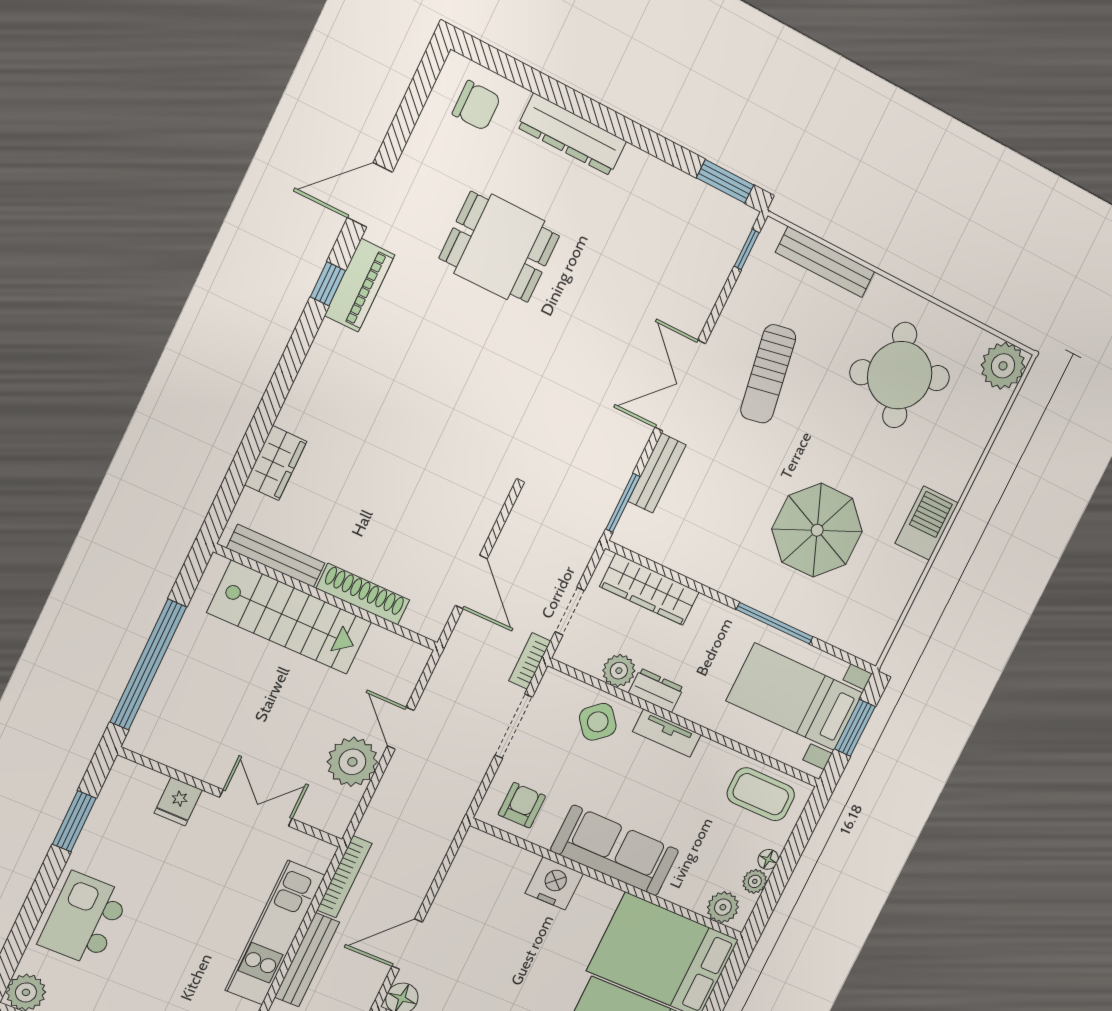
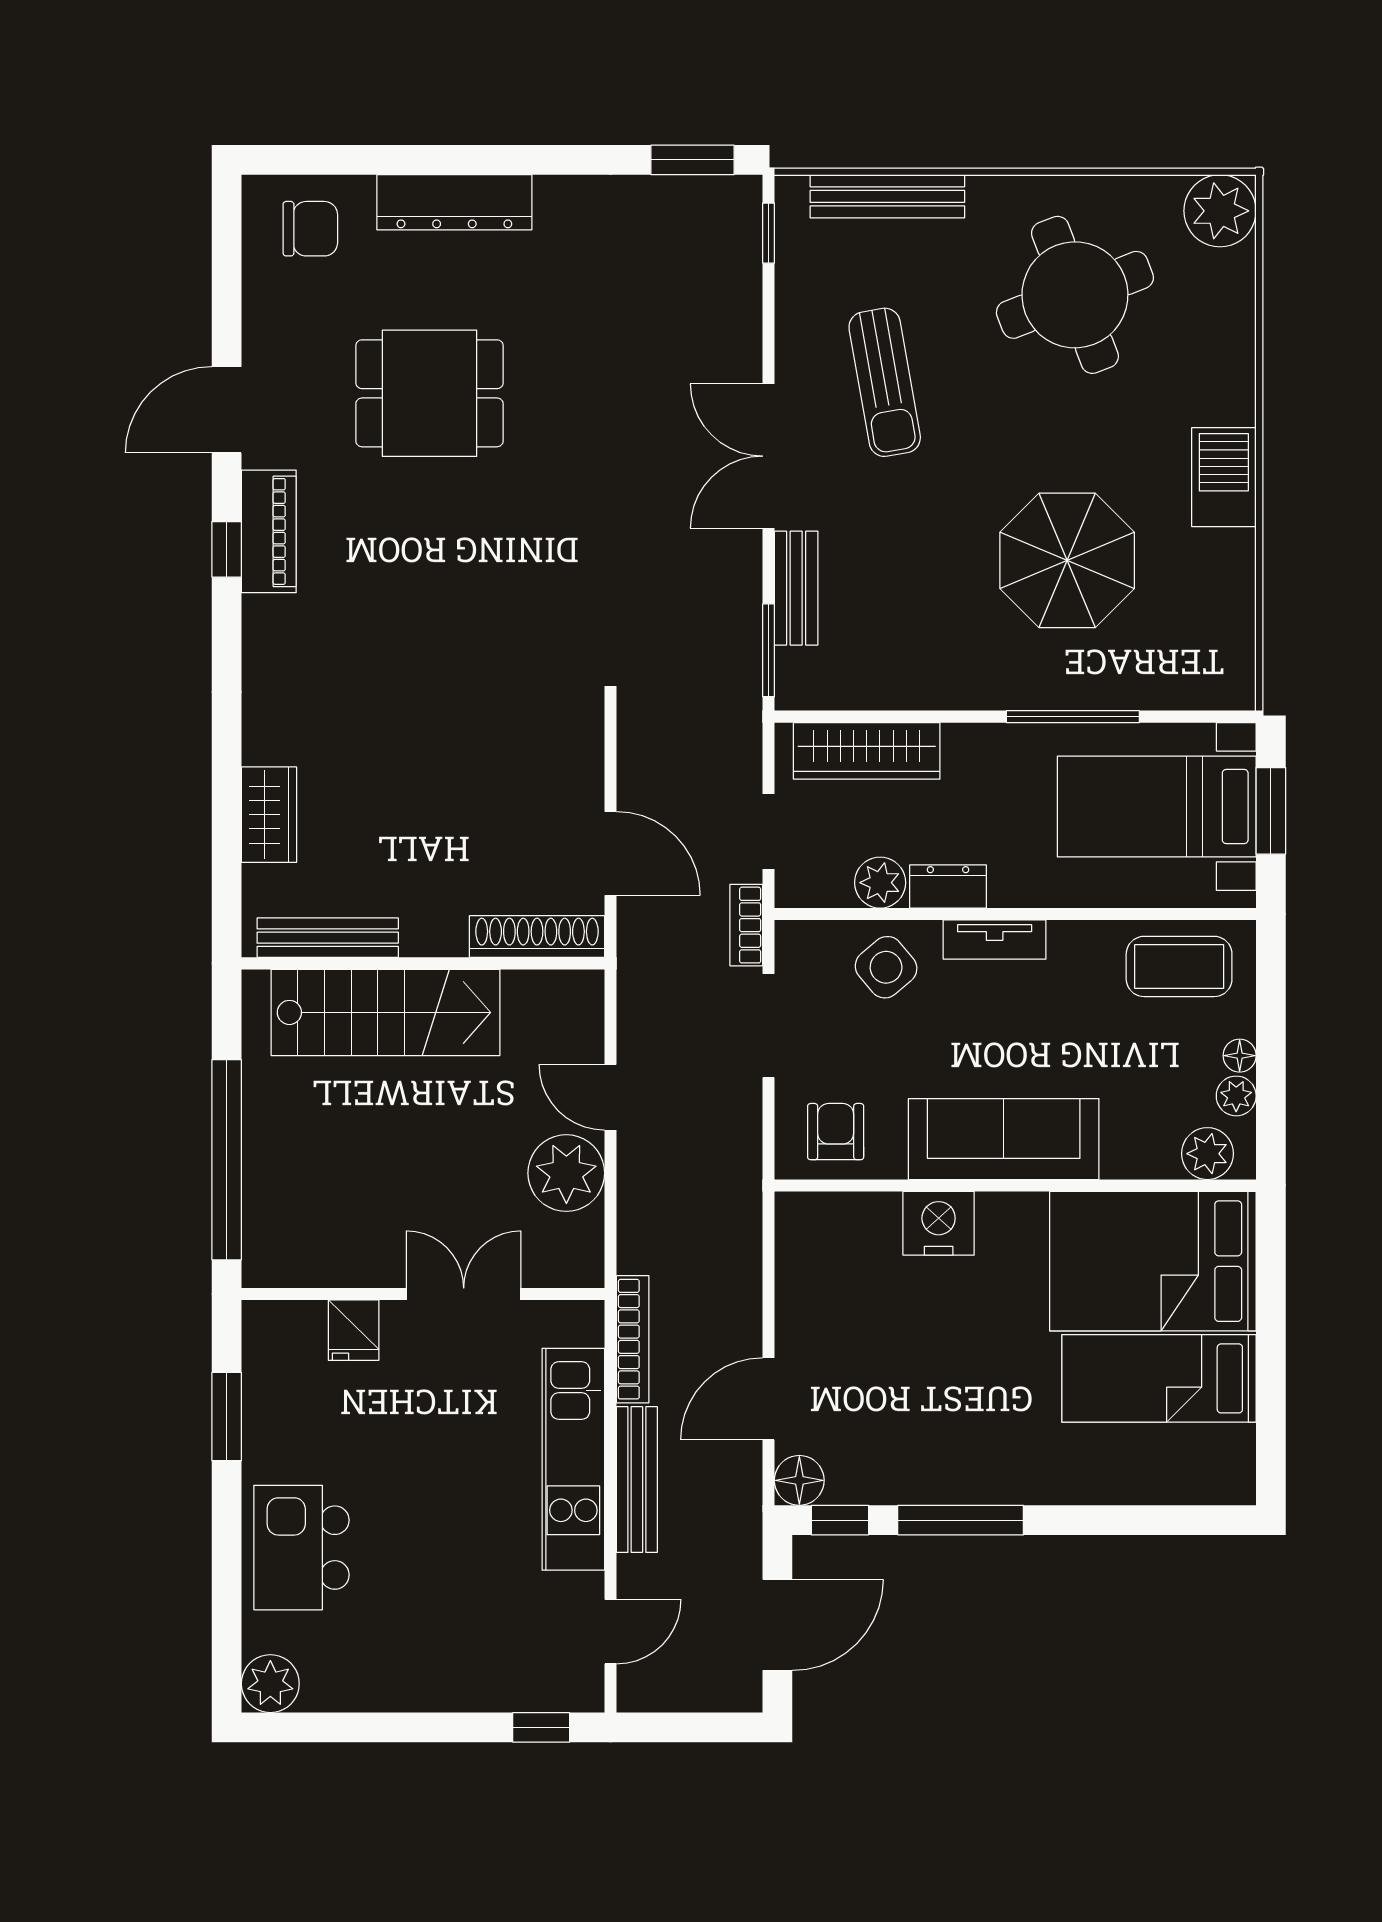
shoe rack: (363, 594) -> (537, 937), moved

